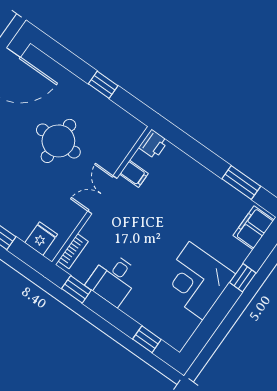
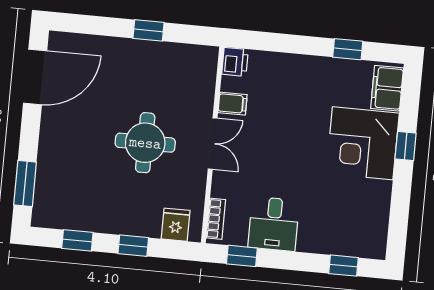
round table: (58, 141) -> (145, 143), moved
window: (241, 183) -> (348, 49), width x0.67
double door: (102, 195) -> (213, 144), swing flipped
corner desk: (196, 281) -> (363, 143), moved

